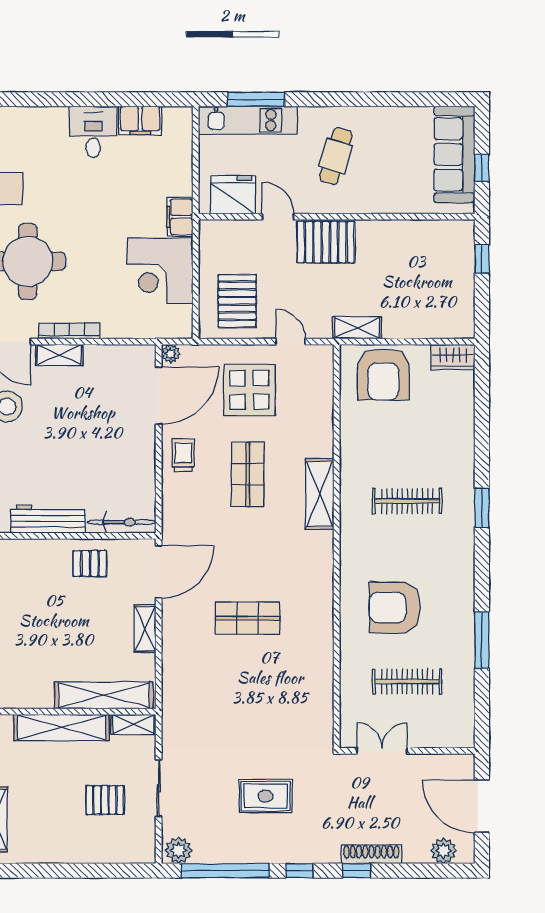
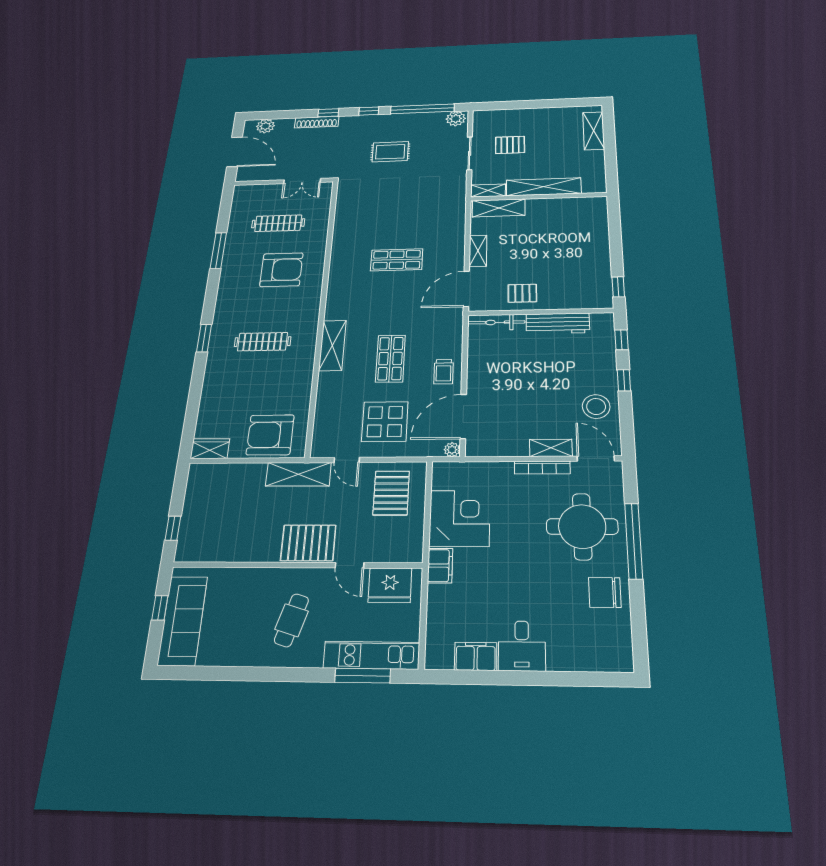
shelving: (357, 328) -> (298, 474), width x1.50, depth x1.33
armchair: (383, 374) -> (270, 435), turned -90
shelving: (104, 695) -> (499, 208), width x0.68

